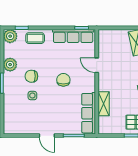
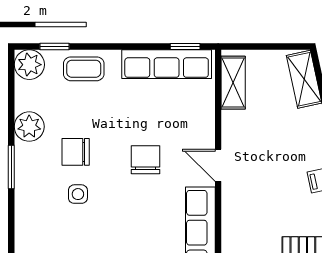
door: (97, 65) -> (218, 165), moved
shelving: (104, 104) -> (233, 83), moved

